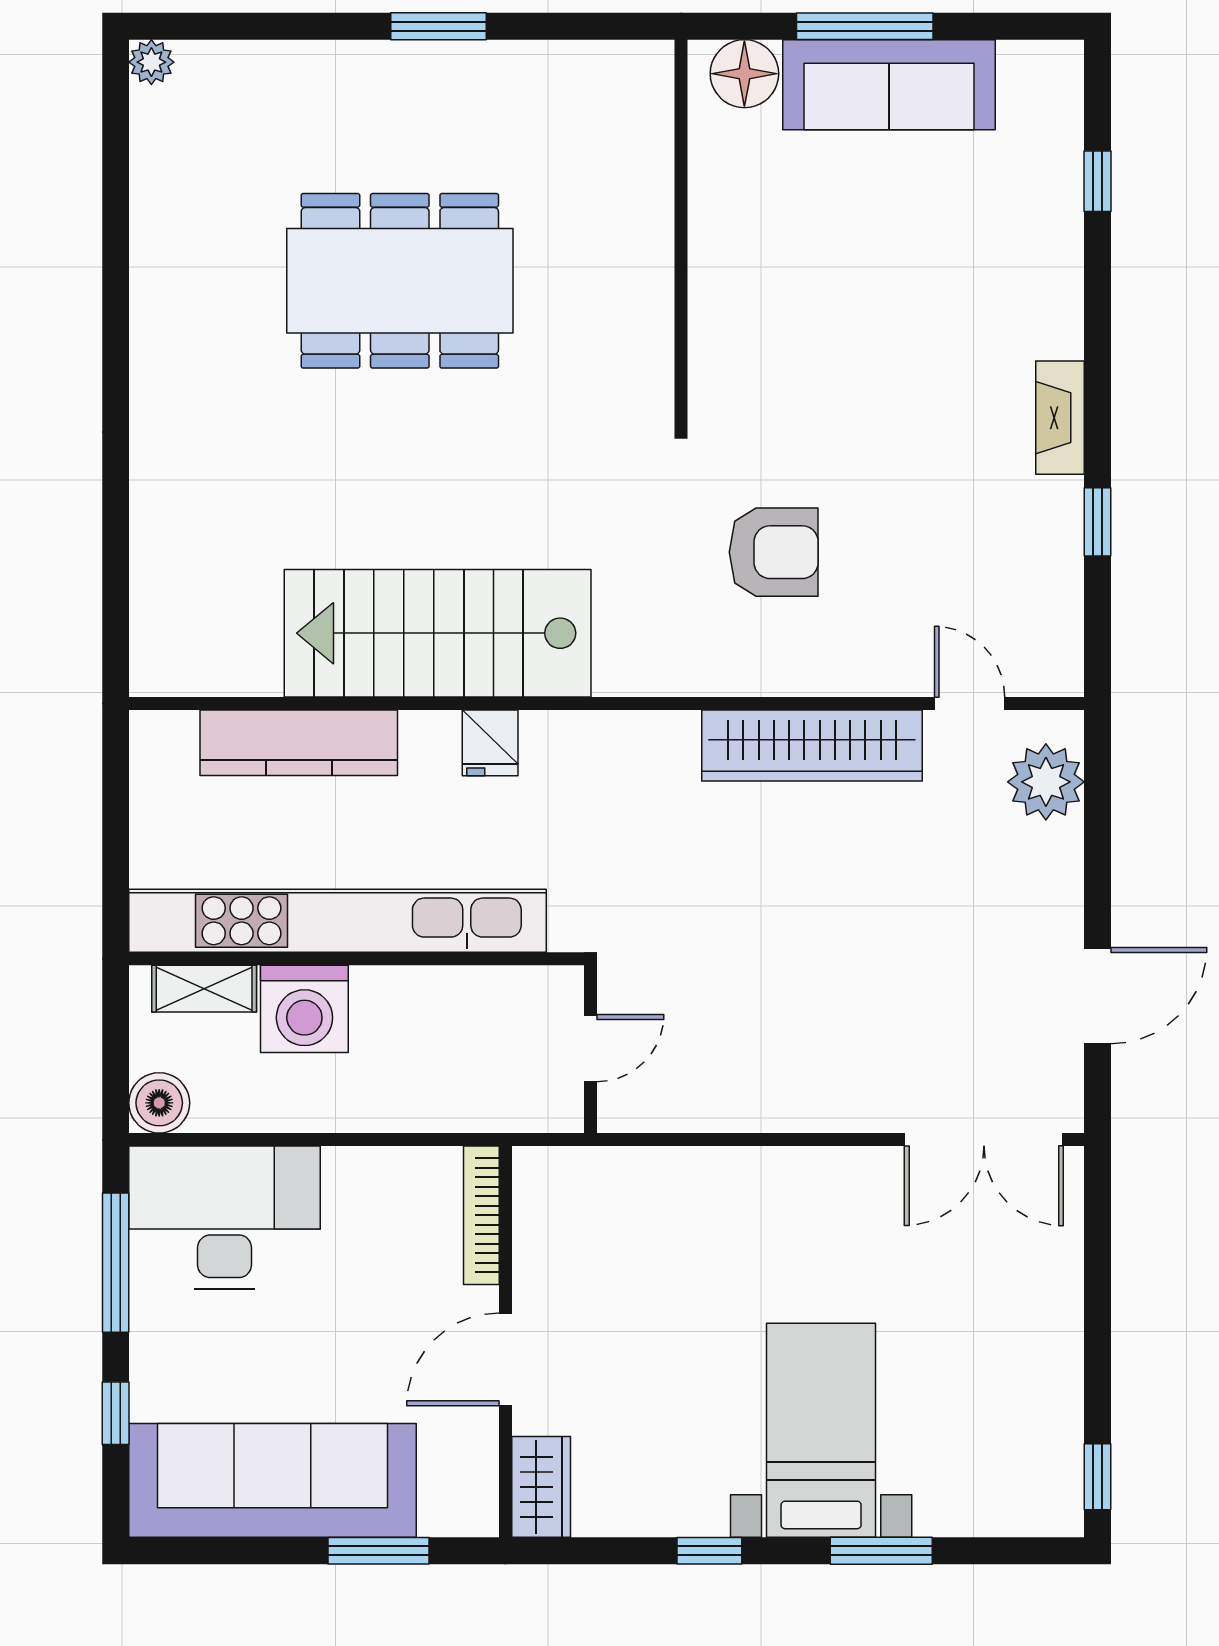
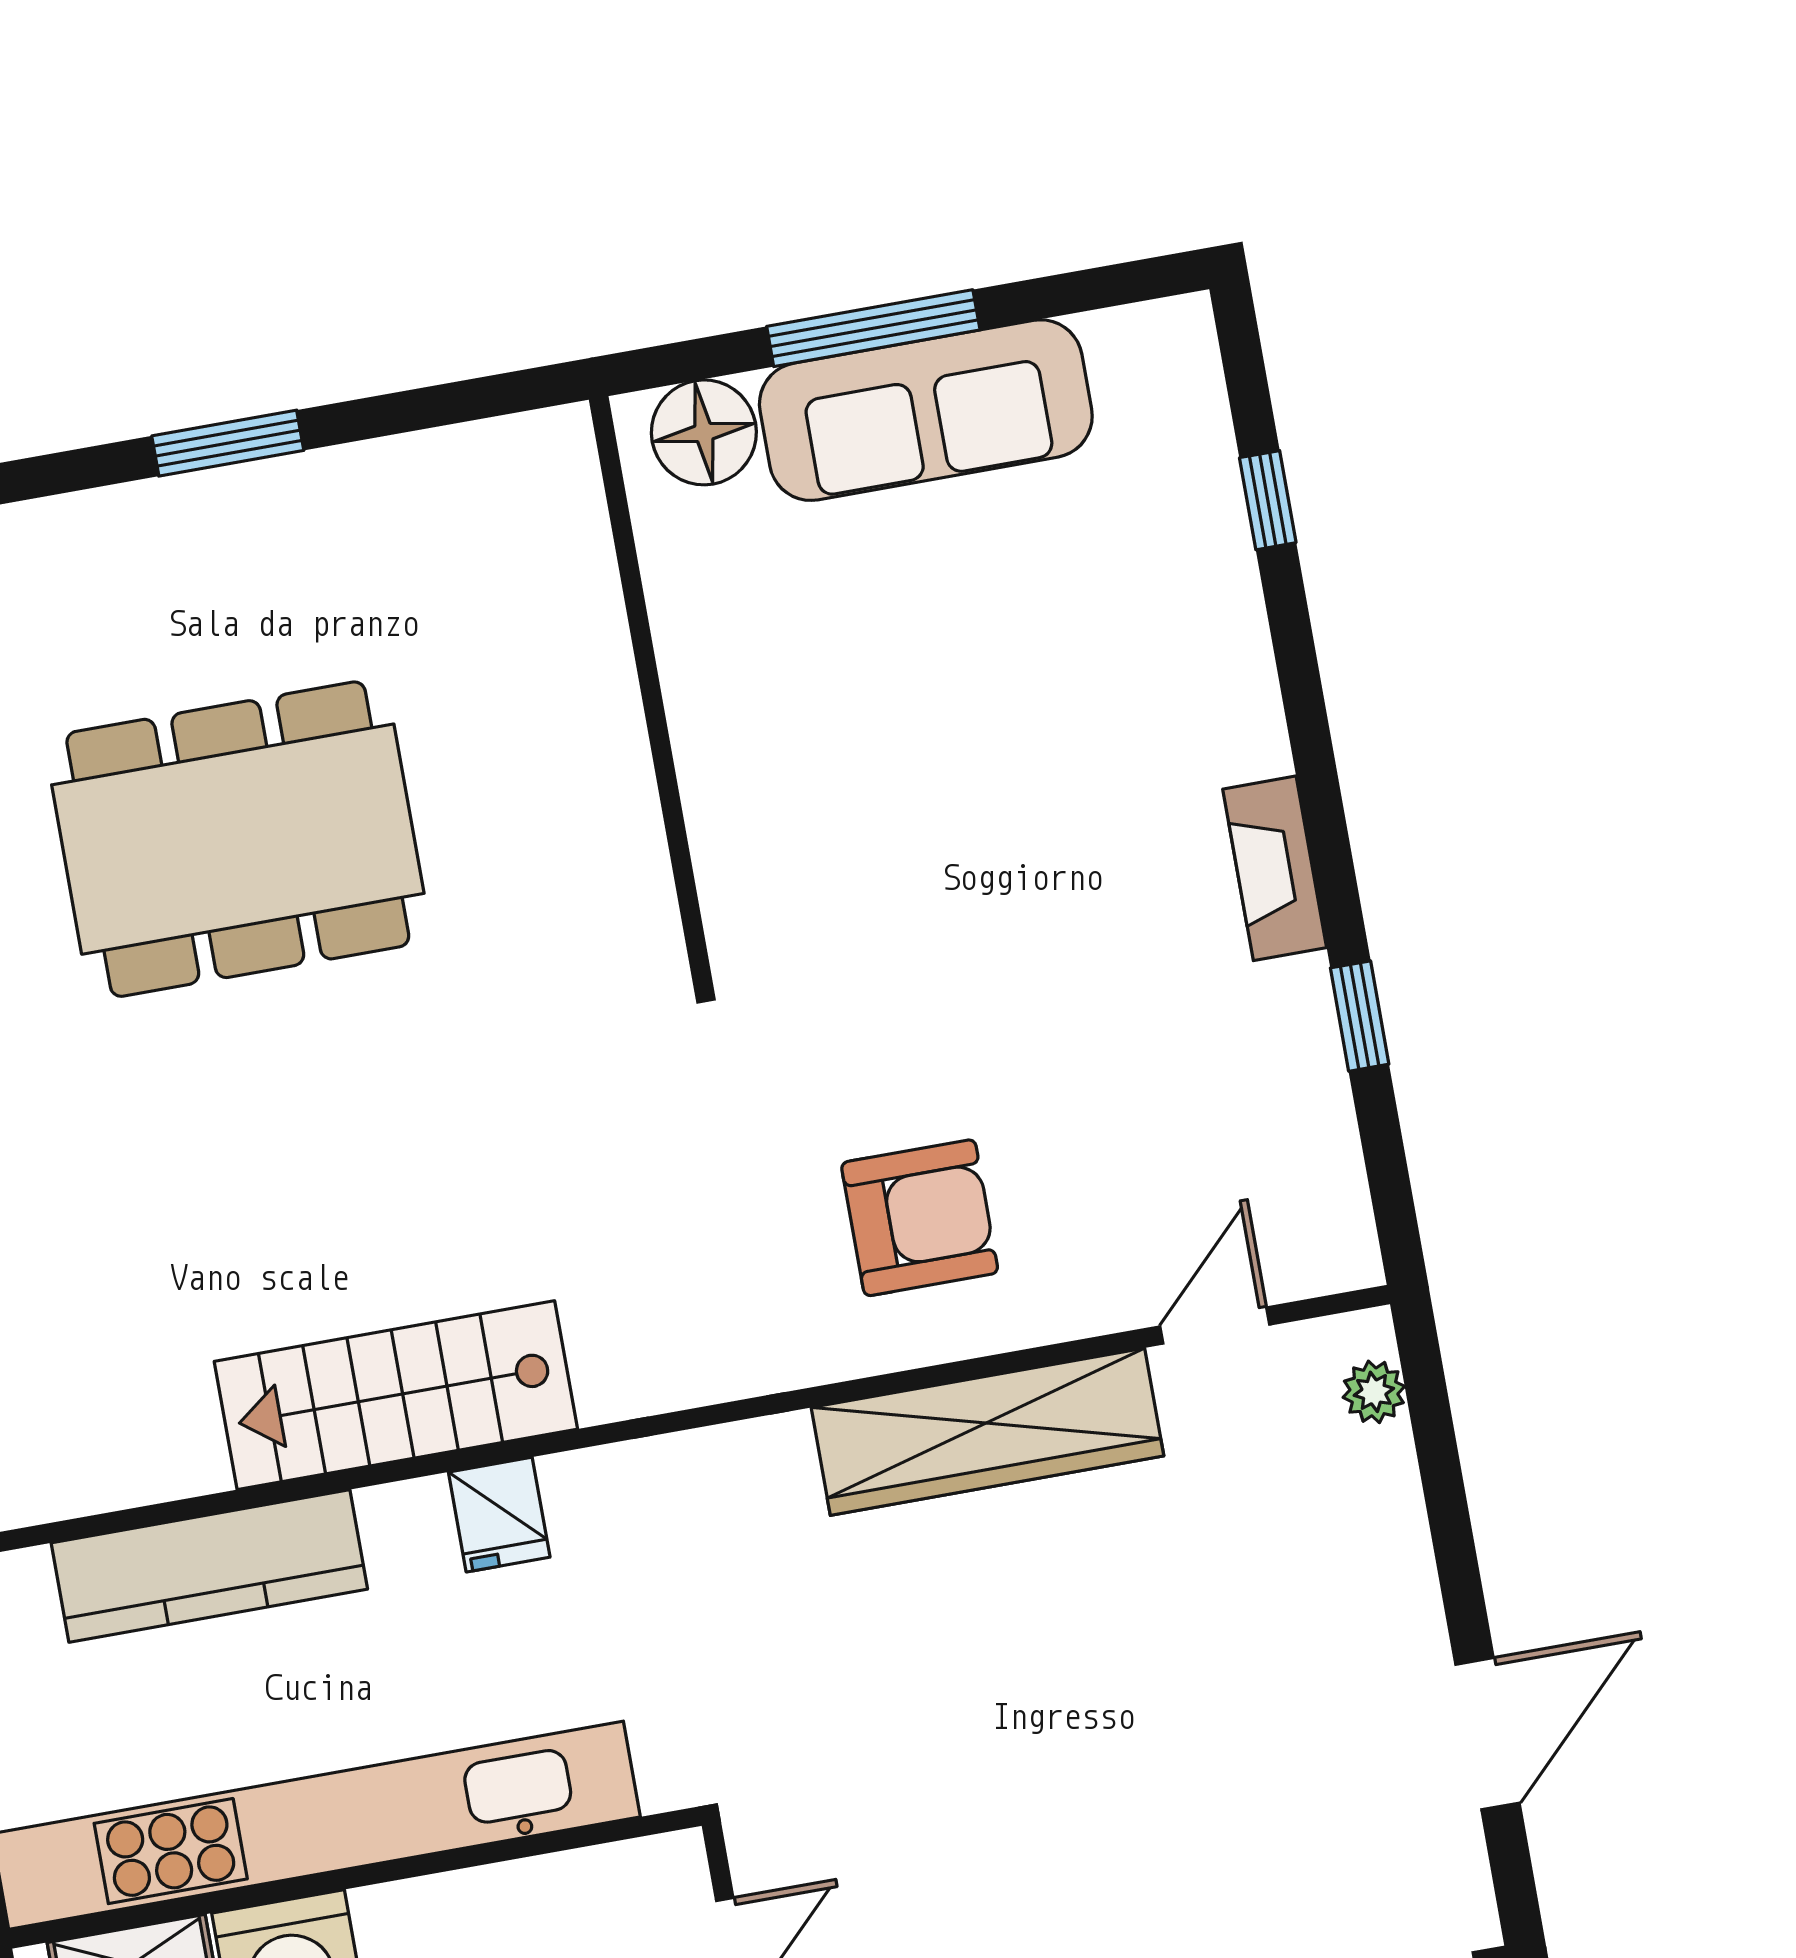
armchair: (774, 552) -> (920, 1218), moved
stairs: (438, 633) -> (396, 1395), width x0.73, depth x0.66
door: (970, 703) -> (1215, 1326), hinge flipped
plant: (1046, 782) -> (1374, 1392), width x0.53, depth x0.53

